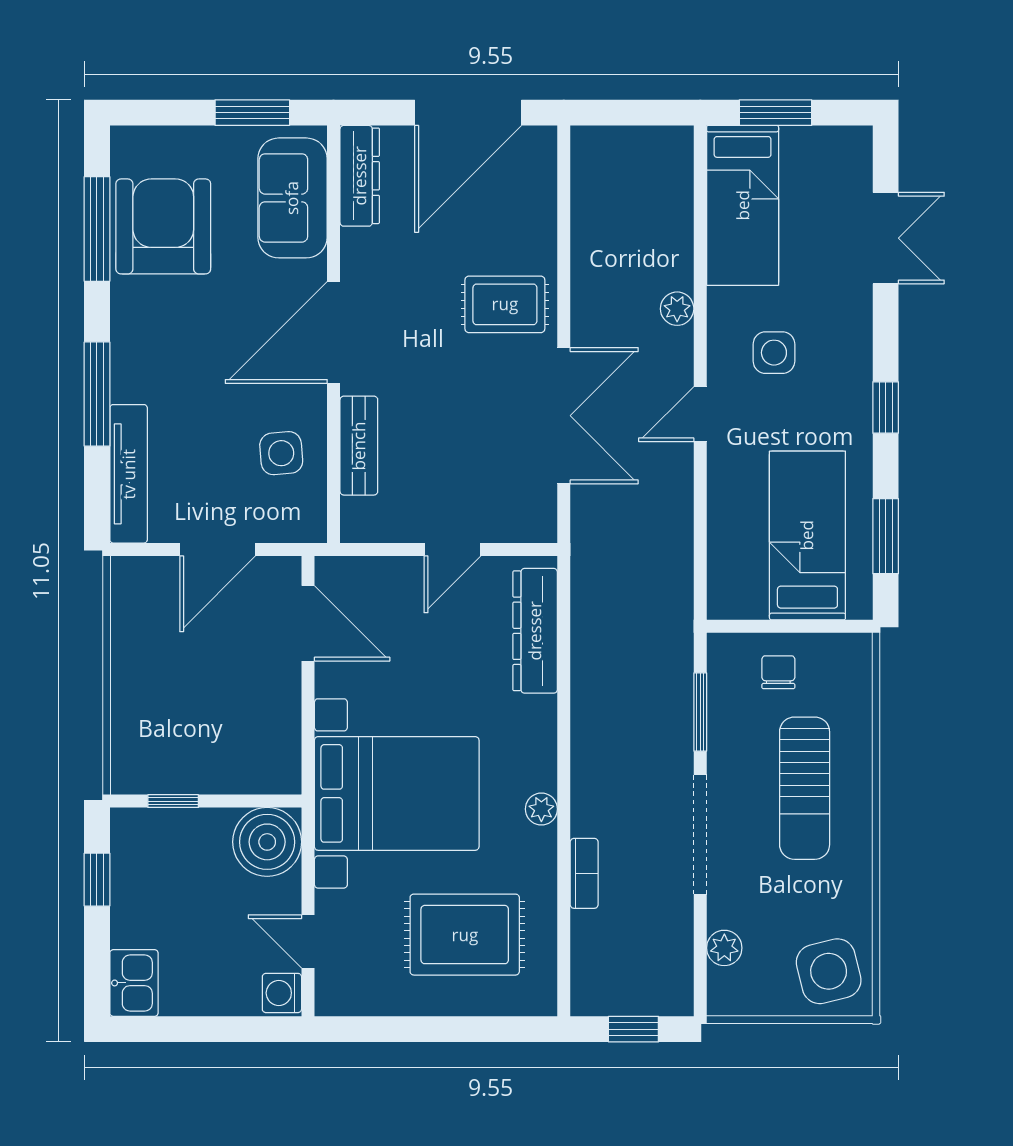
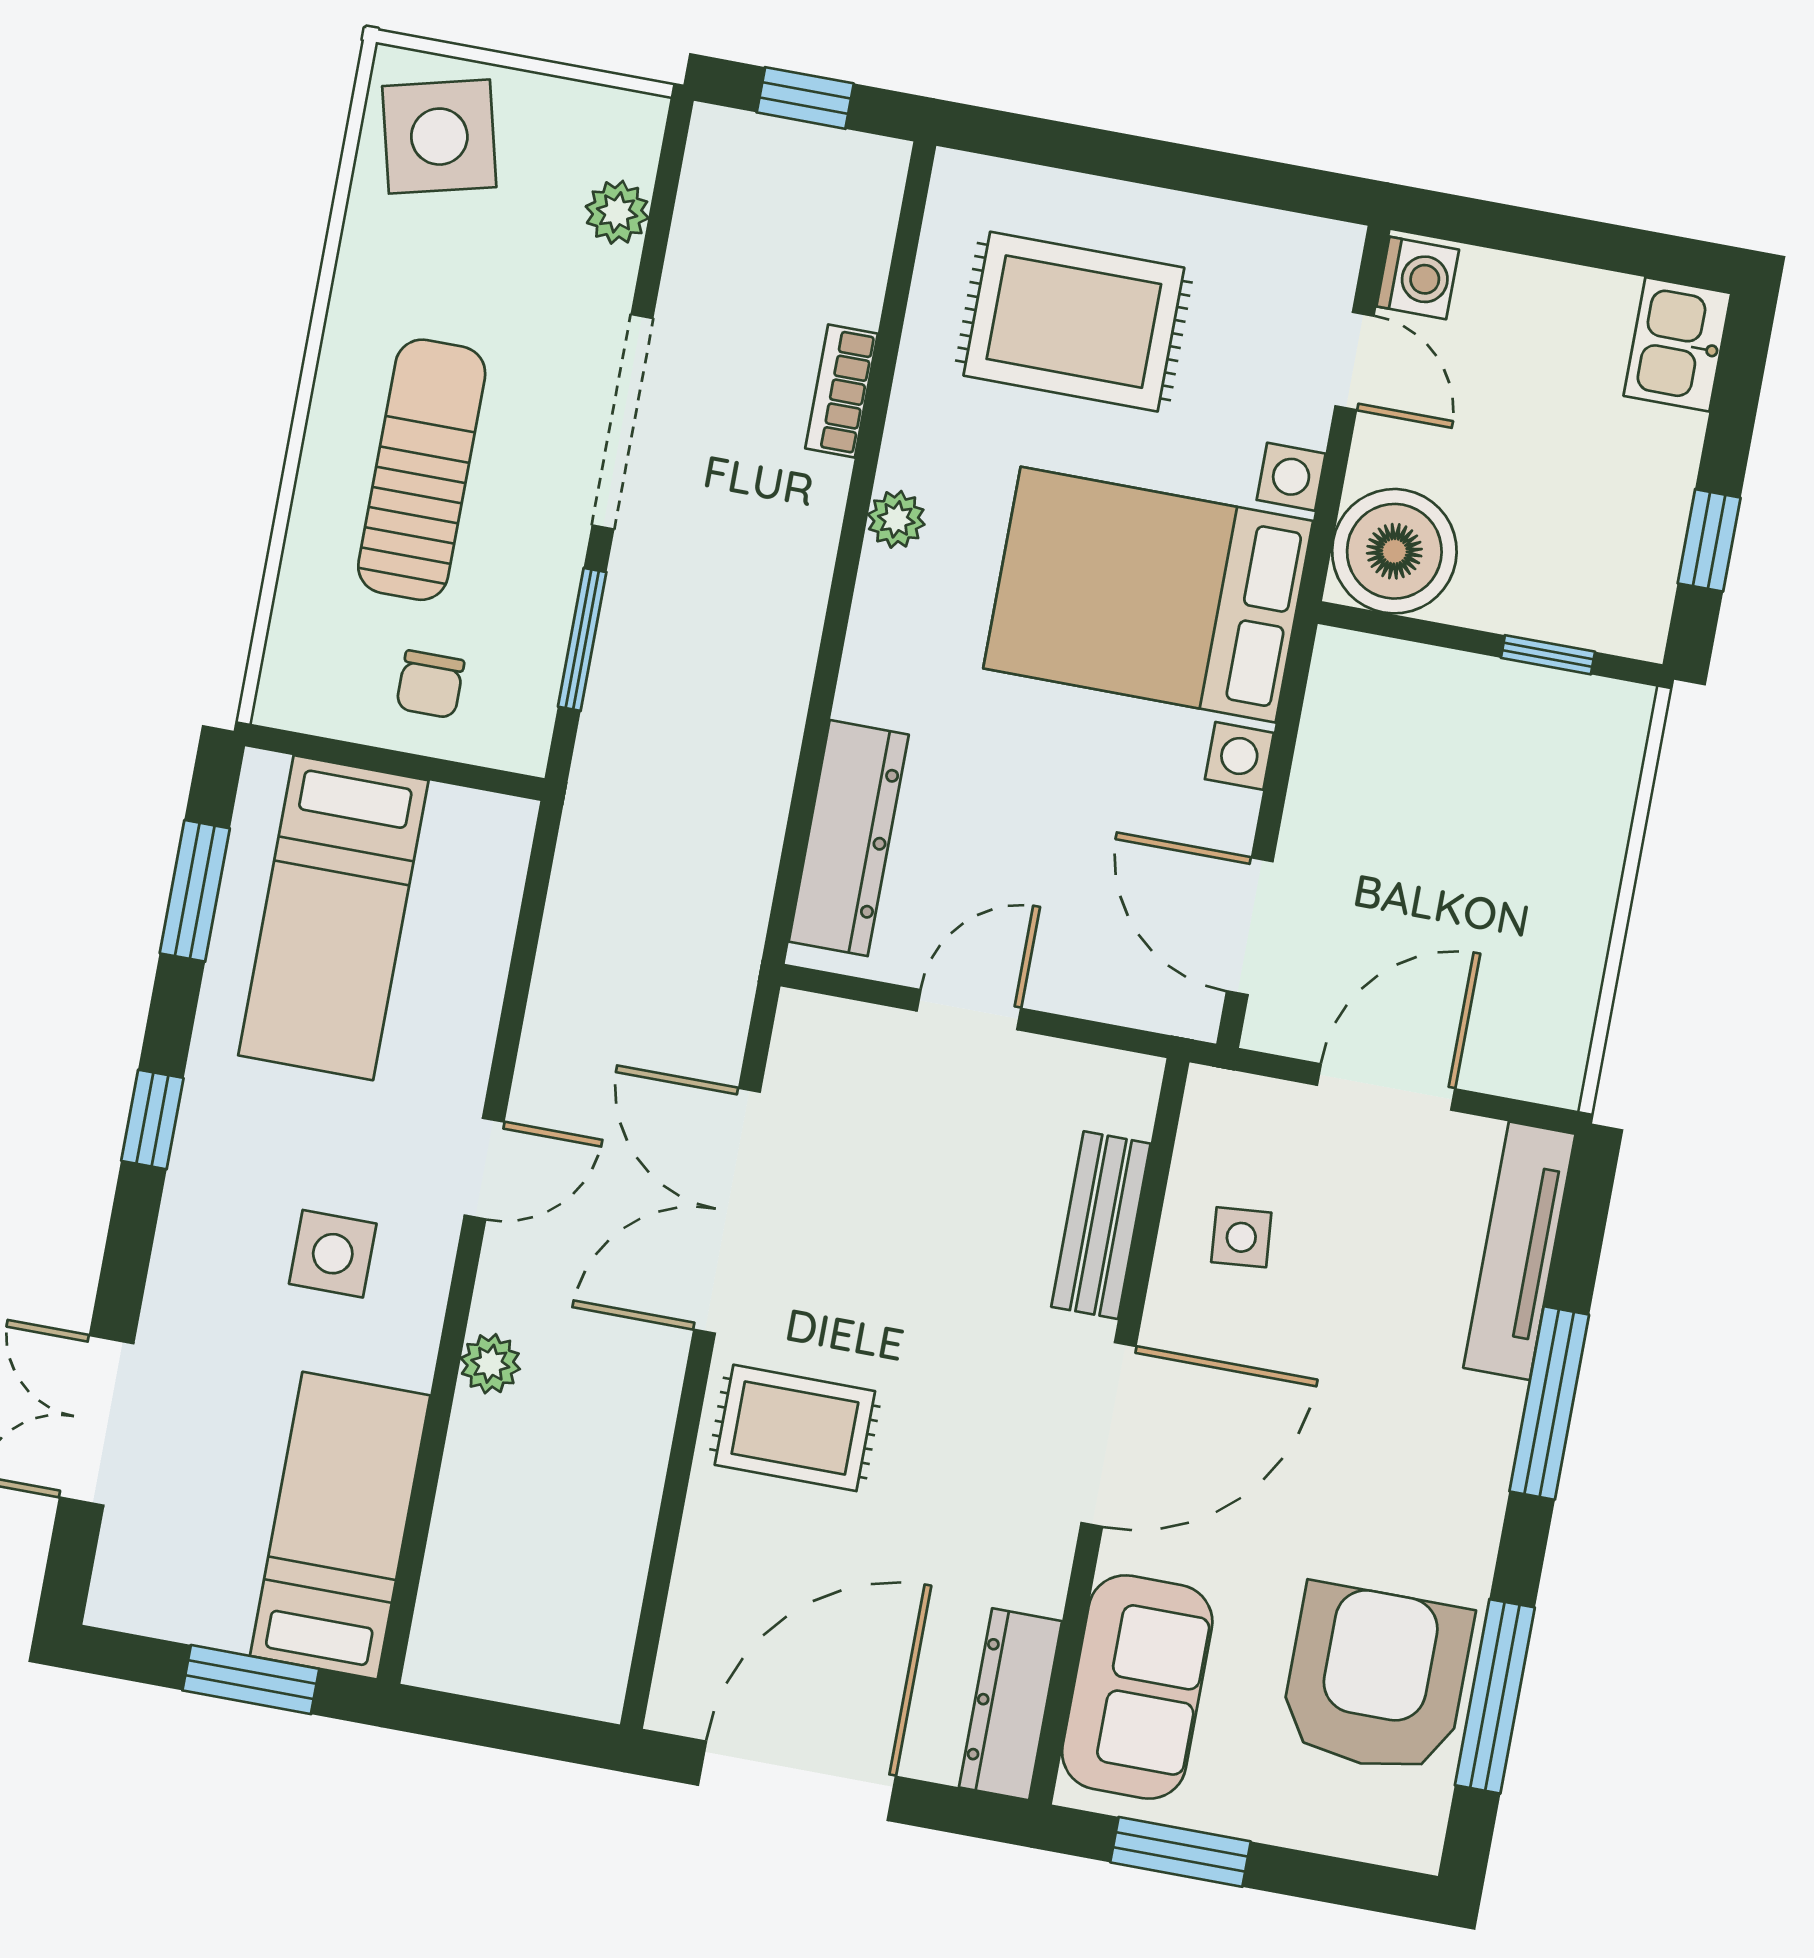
armchair: (163, 226) -> (1376, 1679), turned 180
side table: (281, 453) -> (1241, 1237), width x0.73, depth x0.73

